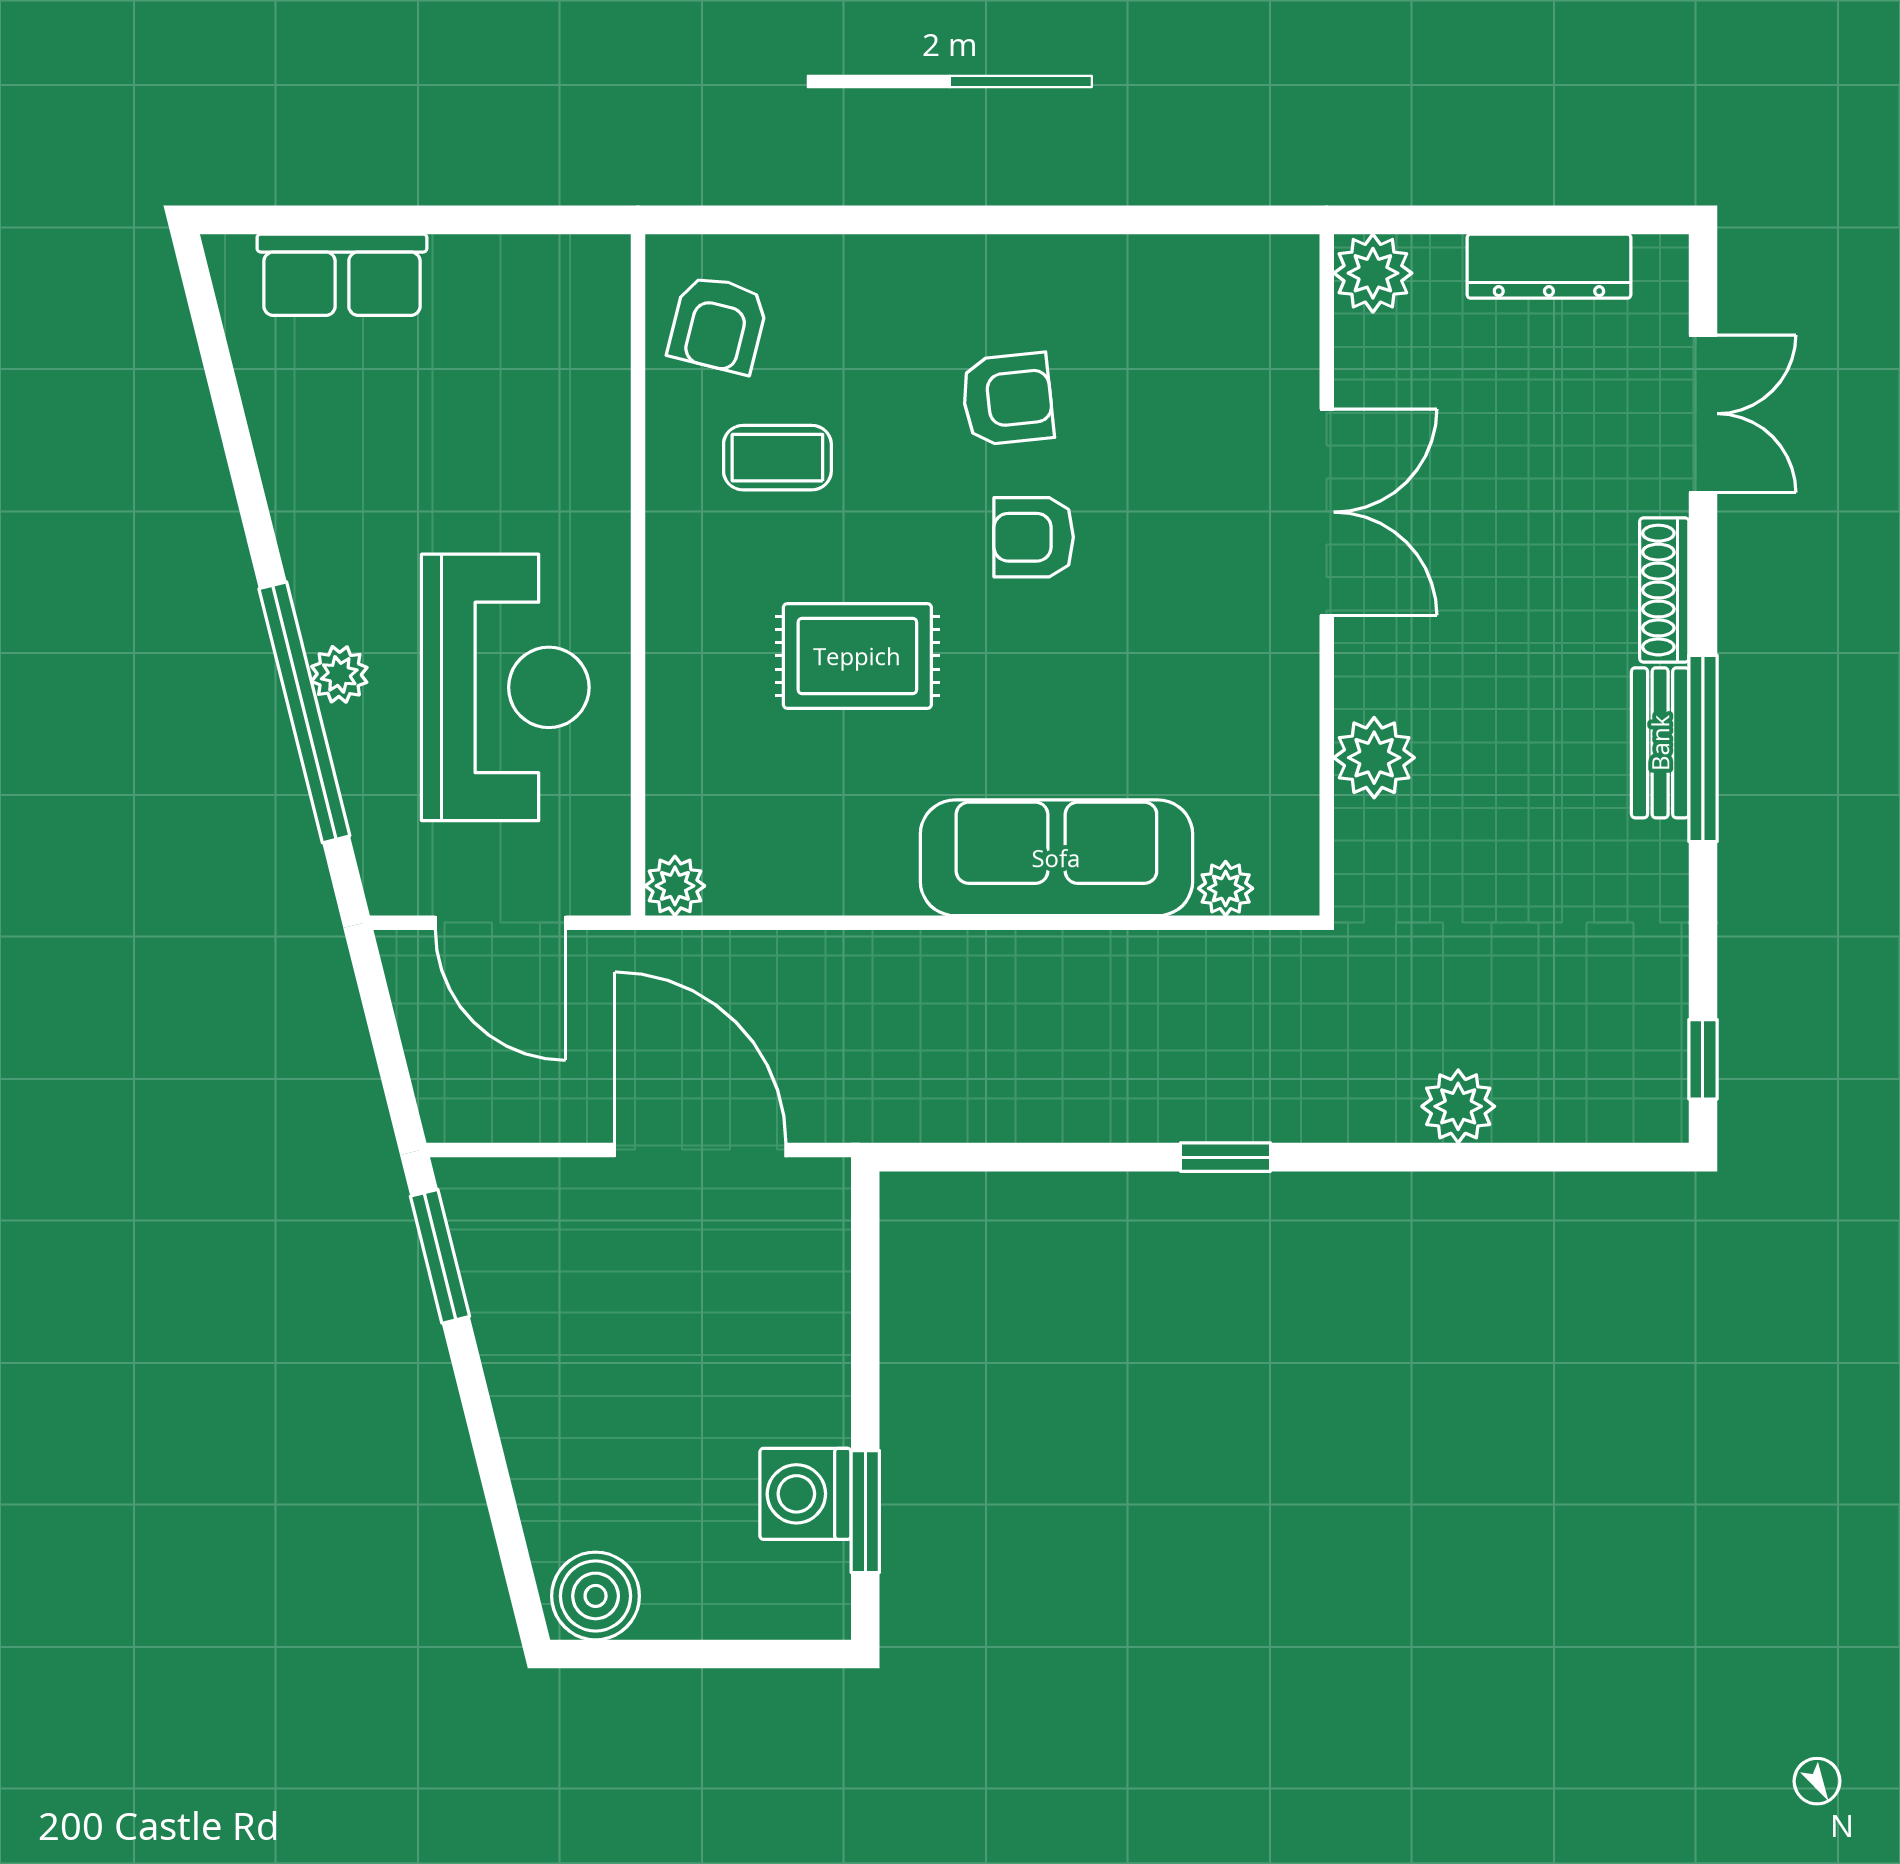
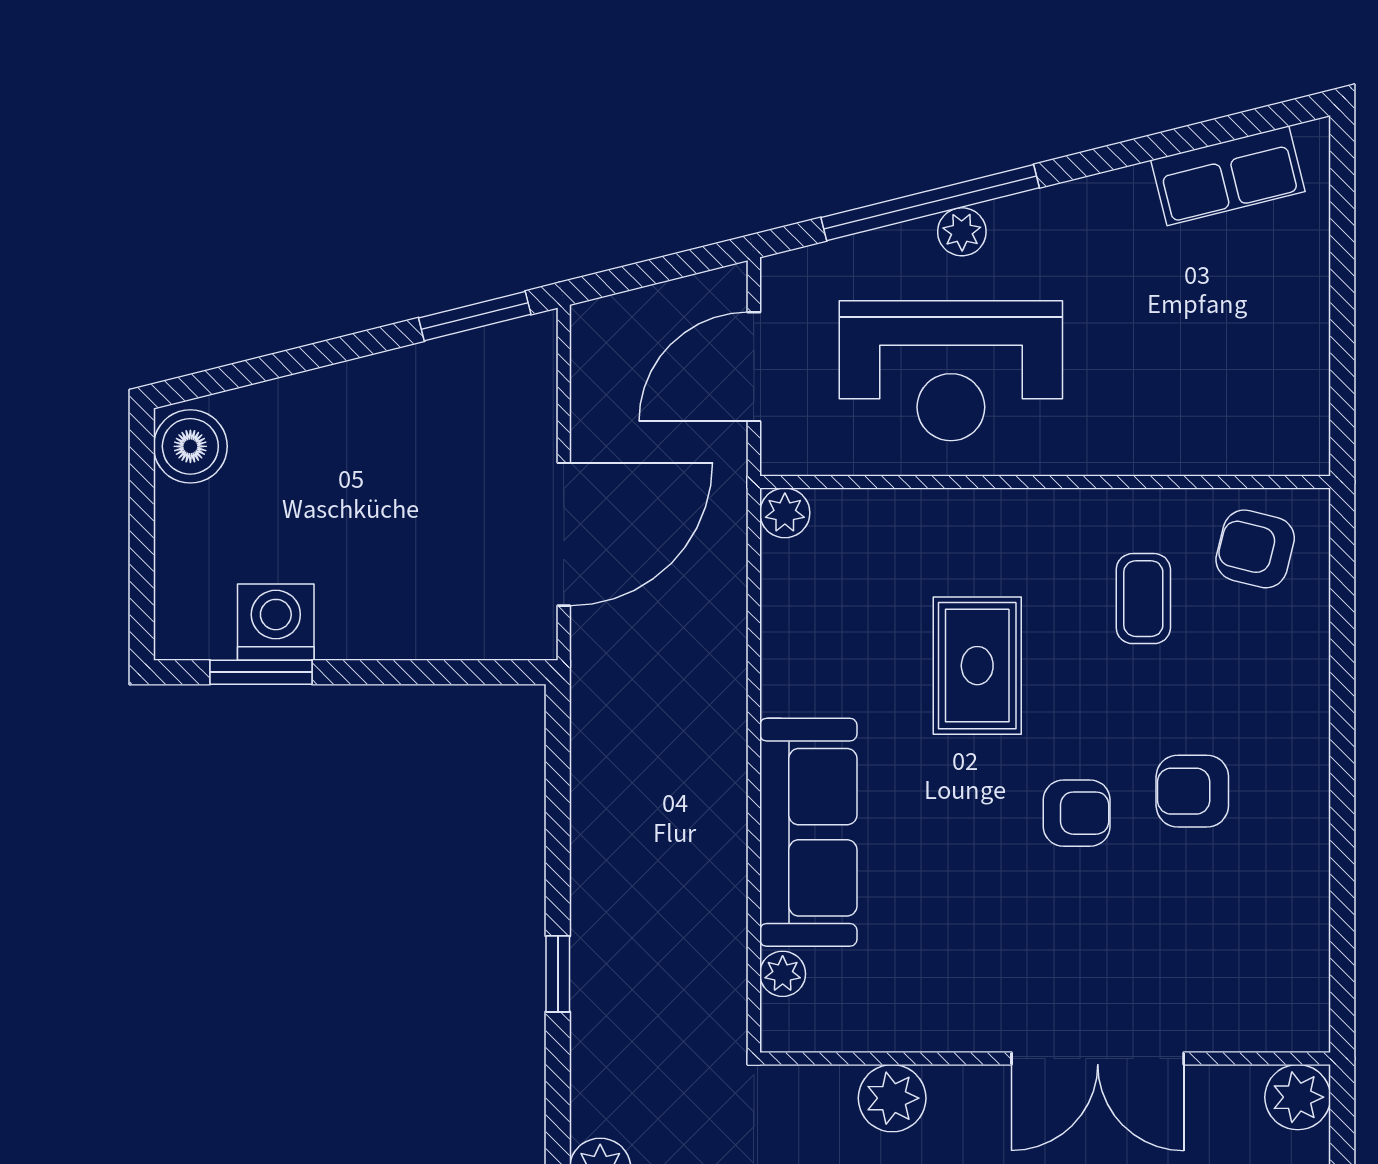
row of seats: (342, 275) -> (1228, 176), moved, turned -104
armchair: (1007, 399) -> (1192, 791), turned 96
armchair: (1034, 537) -> (1077, 813), turned 90

